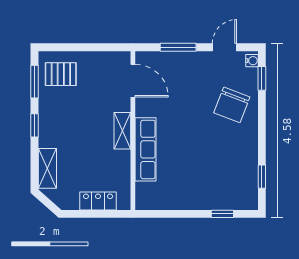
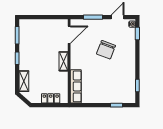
pallet: (61, 74) -> (31, 31), removed
door: (133, 81) -> (69, 35), hinge flipped
chair: (232, 105) -> (106, 50), moved
row of seats: (146, 149) -> (76, 86), moved

